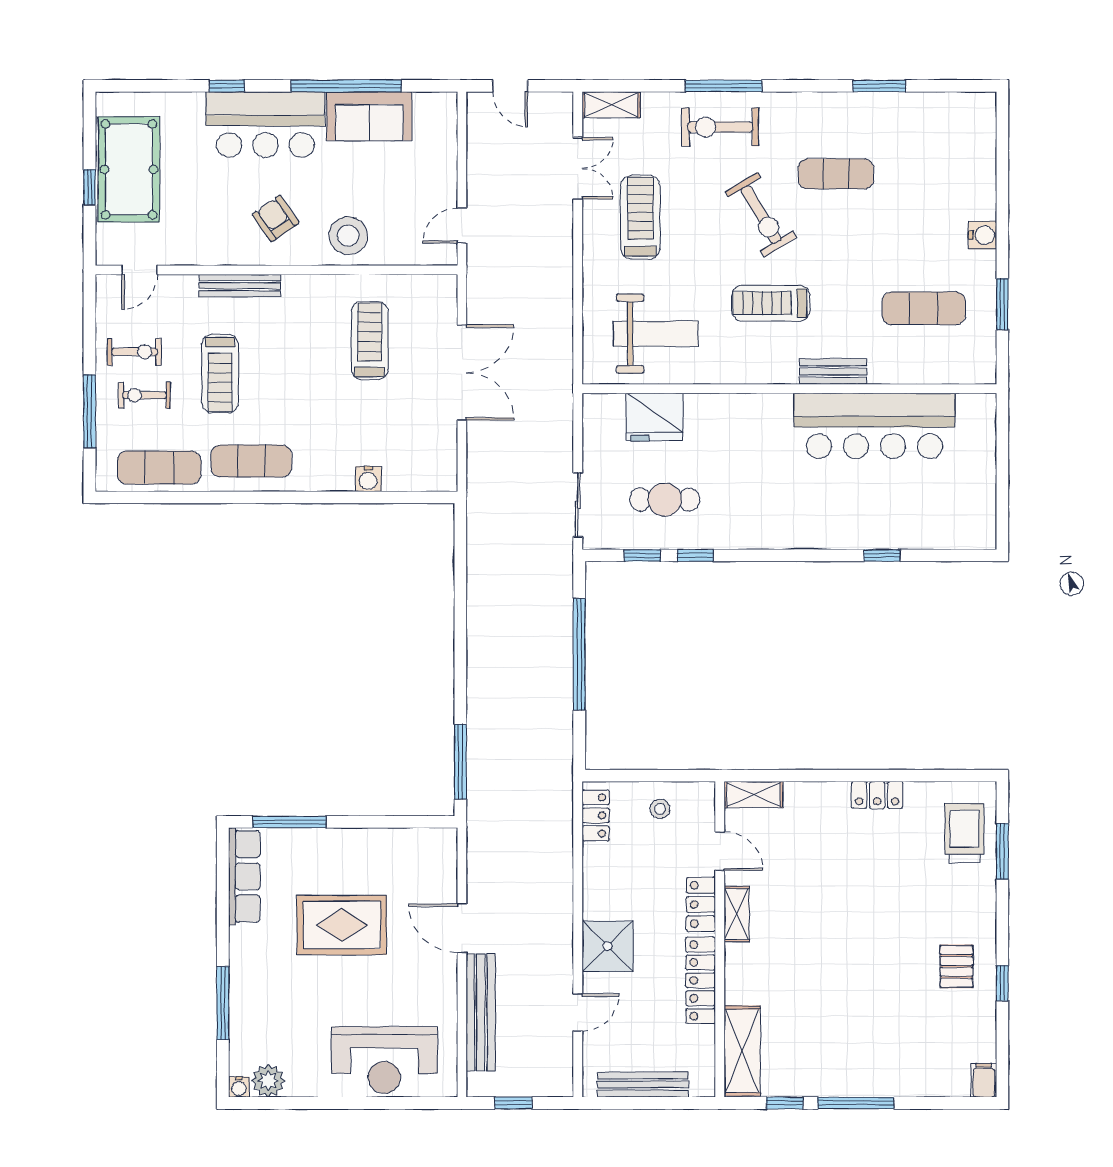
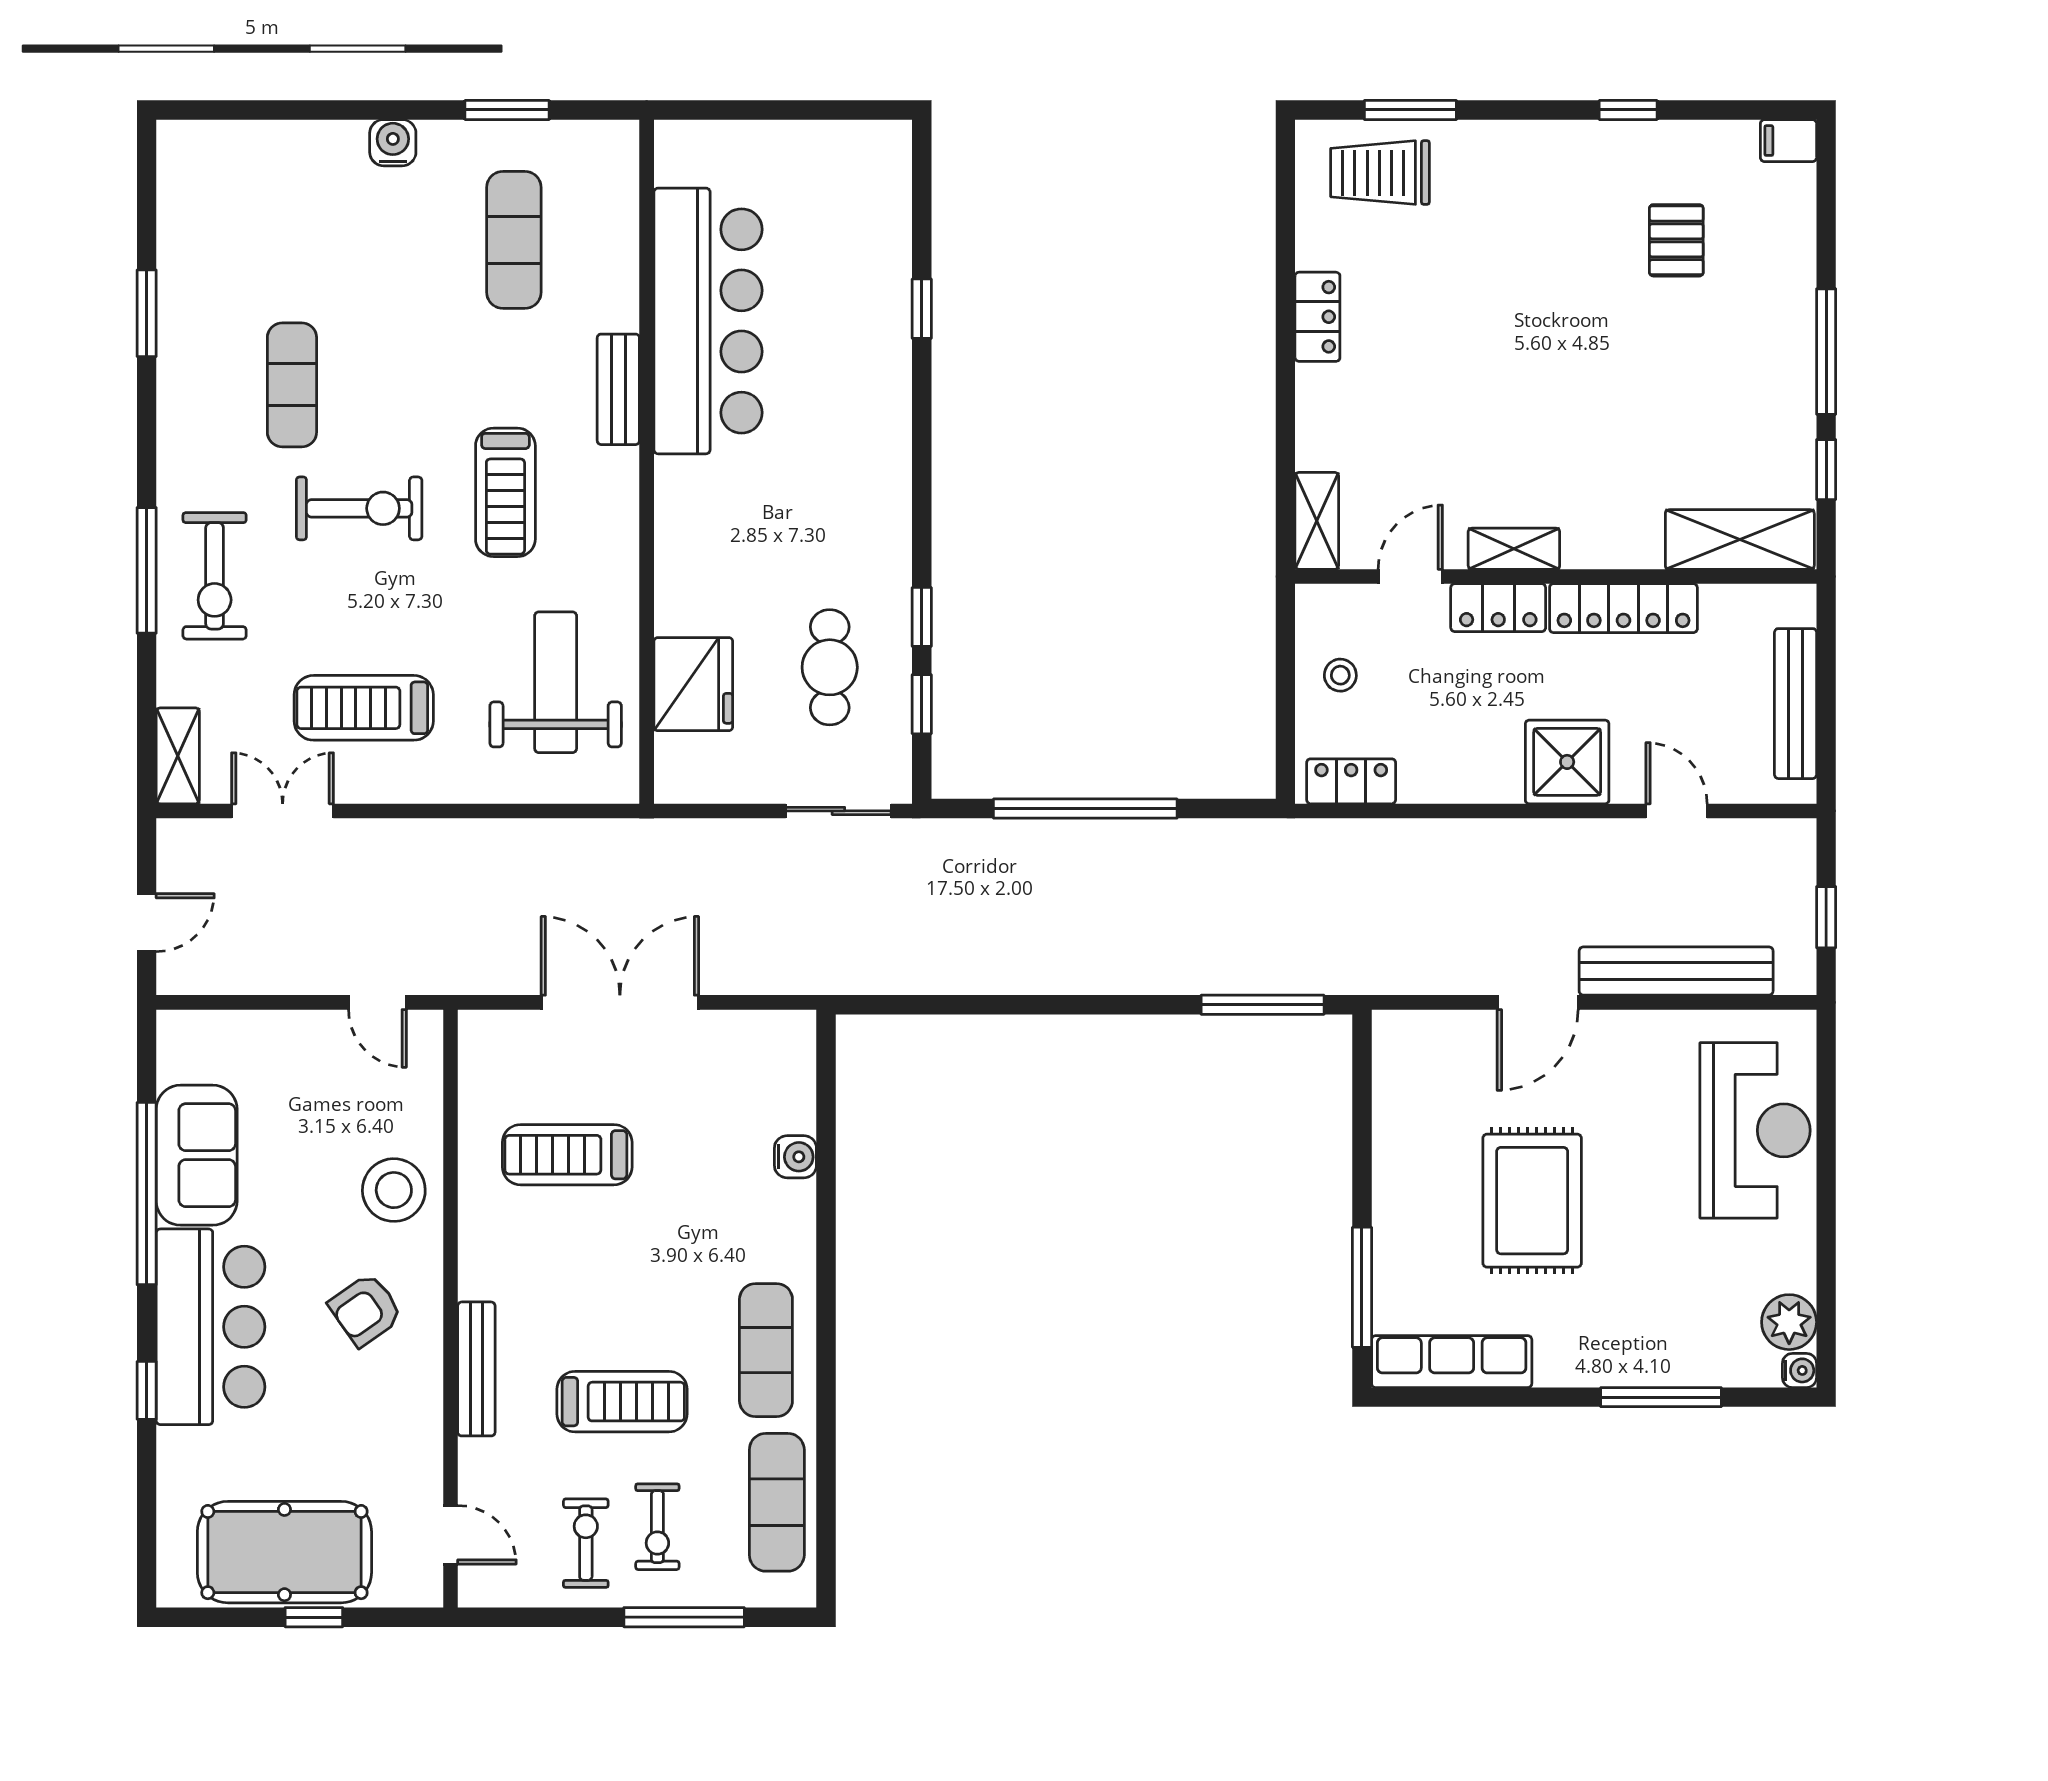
exercise bike: (761, 215) -> (359, 508), turned 31
pallet: (957, 966) -> (1676, 240), moved, turned 90

